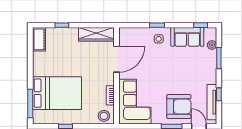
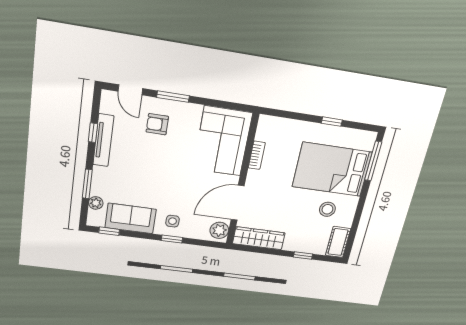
plant: (125, 36) -> (219, 230), added
tv unit: (212, 102) -> (103, 140), moved
armchair: (179, 107) -> (157, 124), width x0.53, depth x0.53
stool: (104, 116) -> (327, 209), moved

